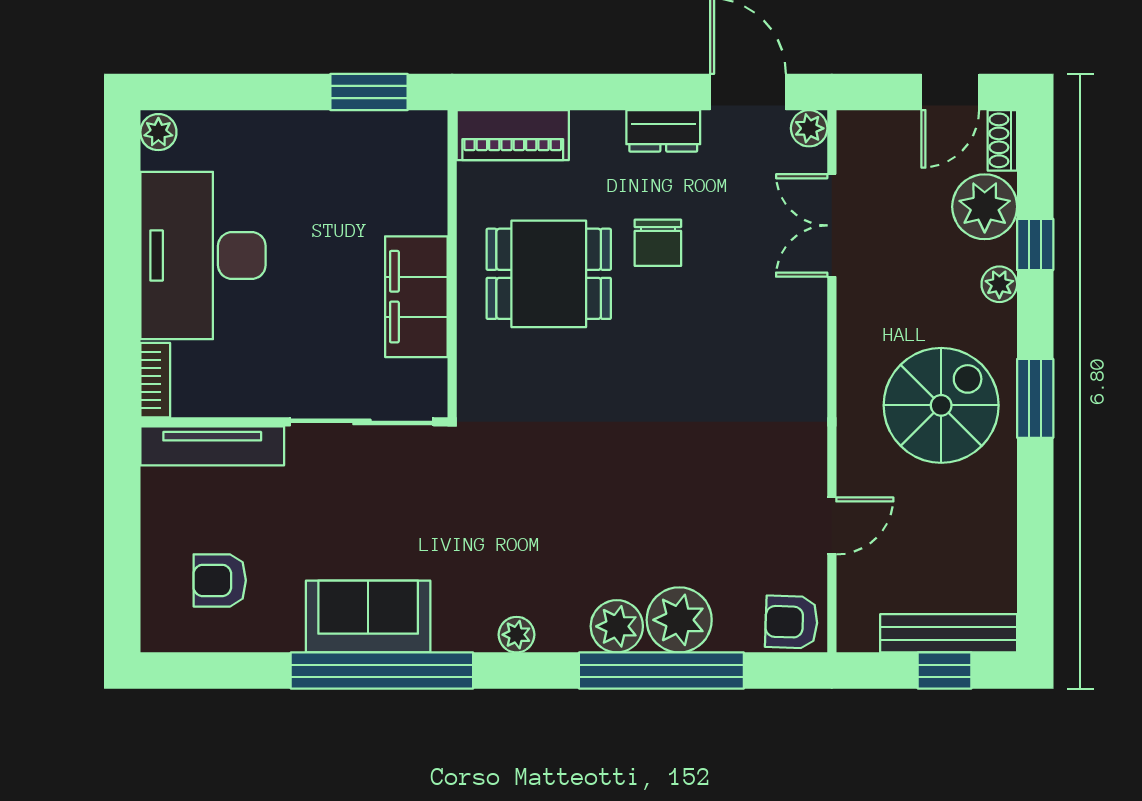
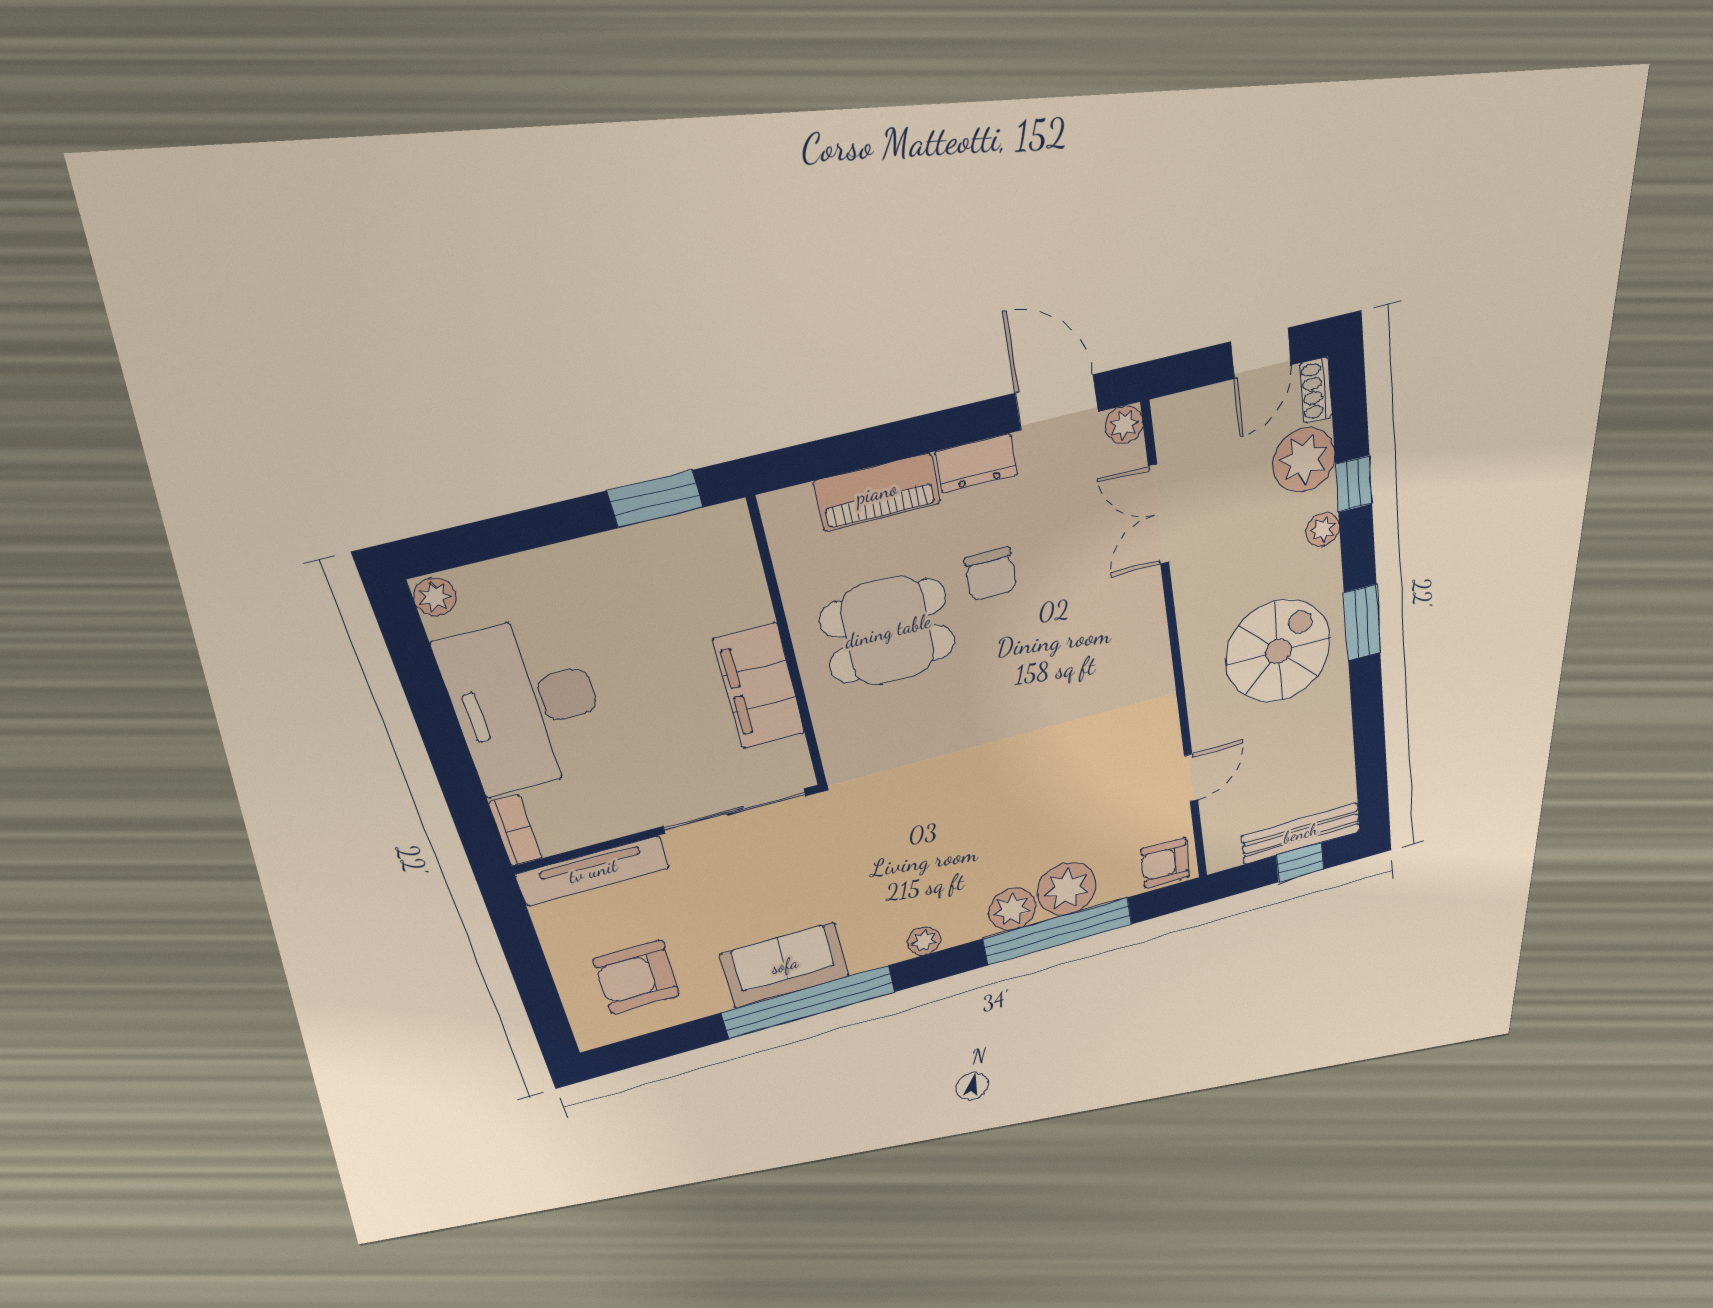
piano: (513, 135) -> (877, 492), moved
armchair: (220, 580) -> (637, 977), width x1.38, depth x1.38

